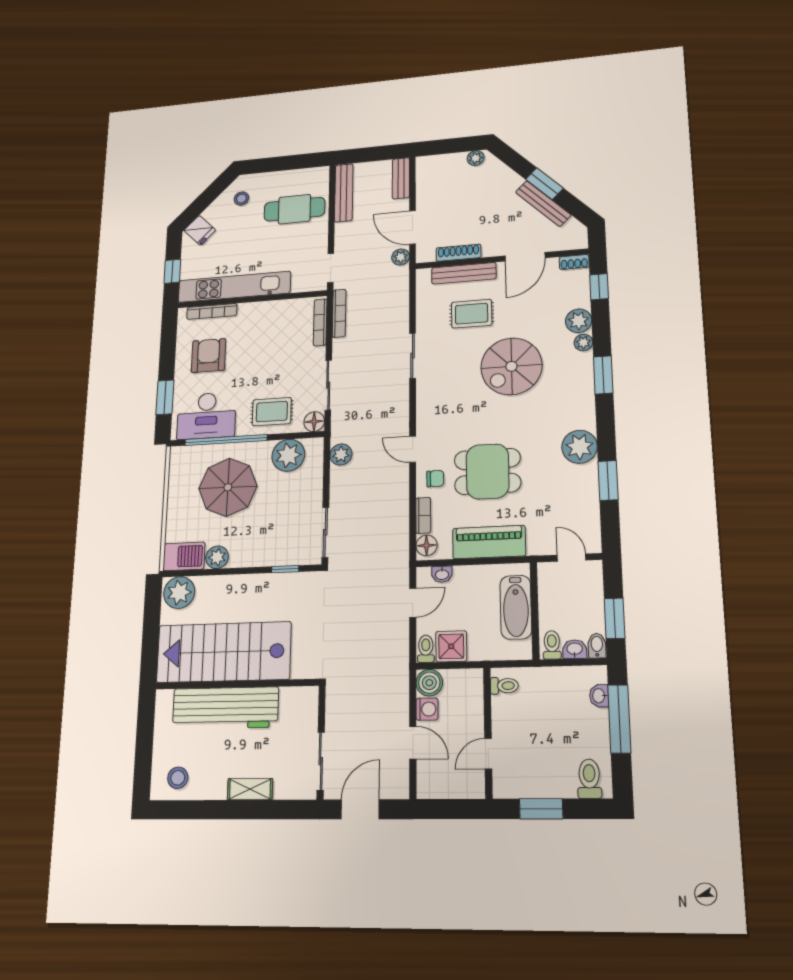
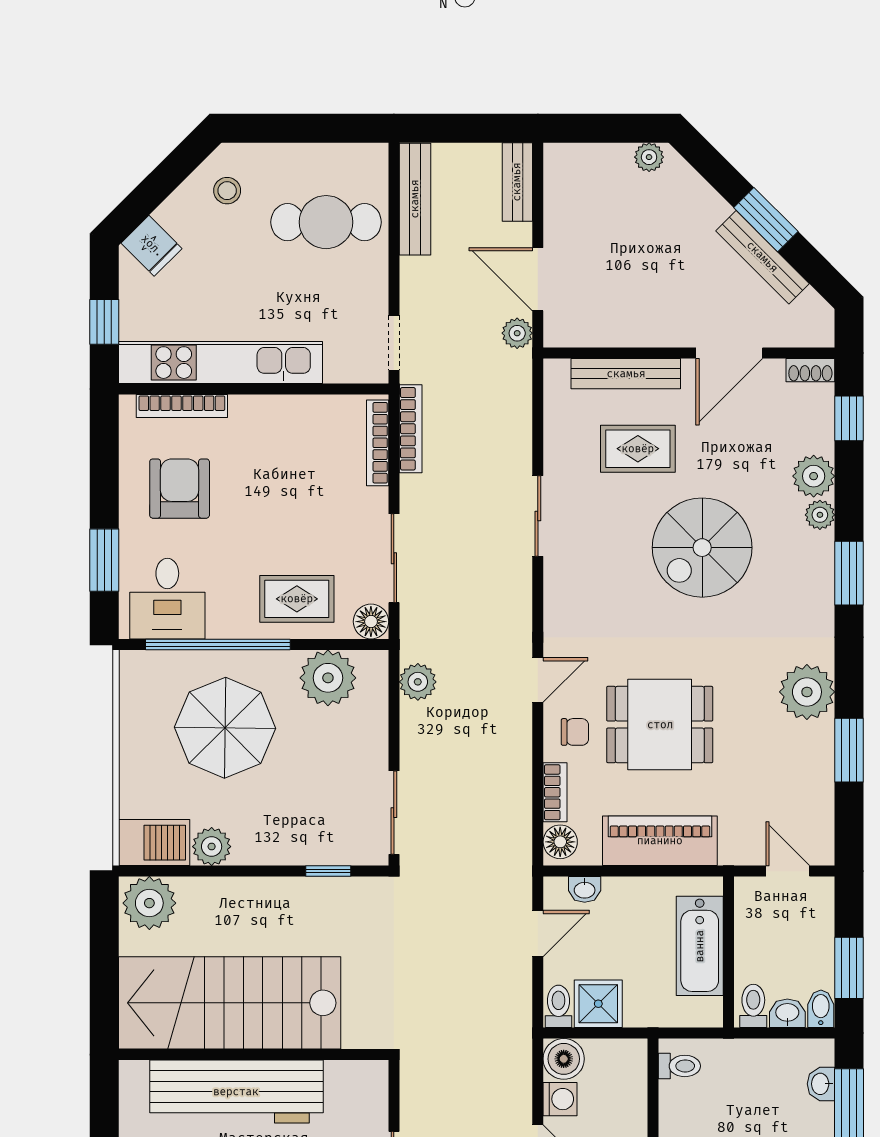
shoe rack: (458, 253) -> (617, 335), removed
desk: (206, 416) -> (167, 599), width x0.73
door: (413, 449) -> (538, 680), swing flipped

